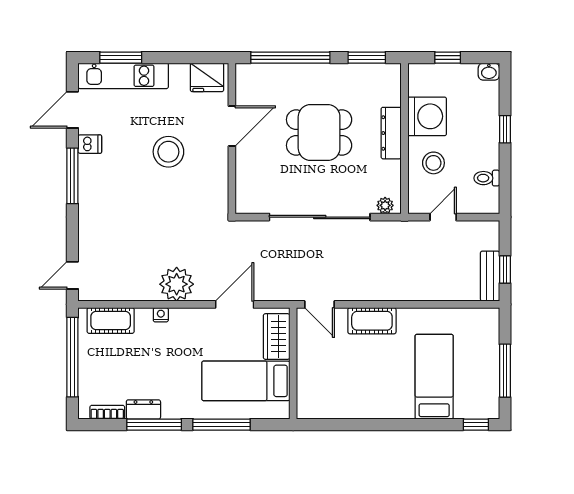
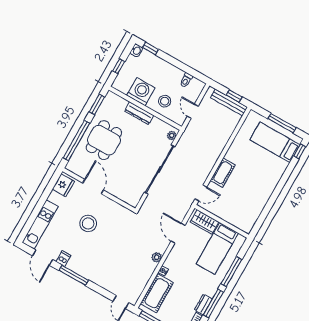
window: (121, 58) -> (31, 221), removed
window: (505, 129) -> (150, 48), moved
dining table: (319, 132) -> (104, 140), moved
bench: (490, 276) -> (229, 102), width x1.36
plant: (177, 284) -> (157, 257), width x0.53, depth x0.53
cot: (111, 320) -> (157, 293), width x1.37, depth x1.34
bed: (434, 377) -> (275, 142), moved

